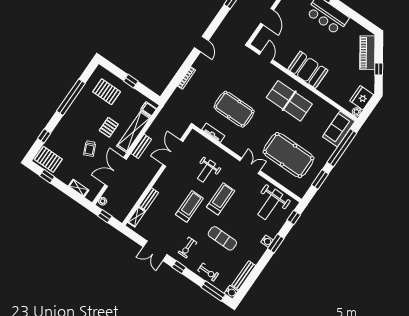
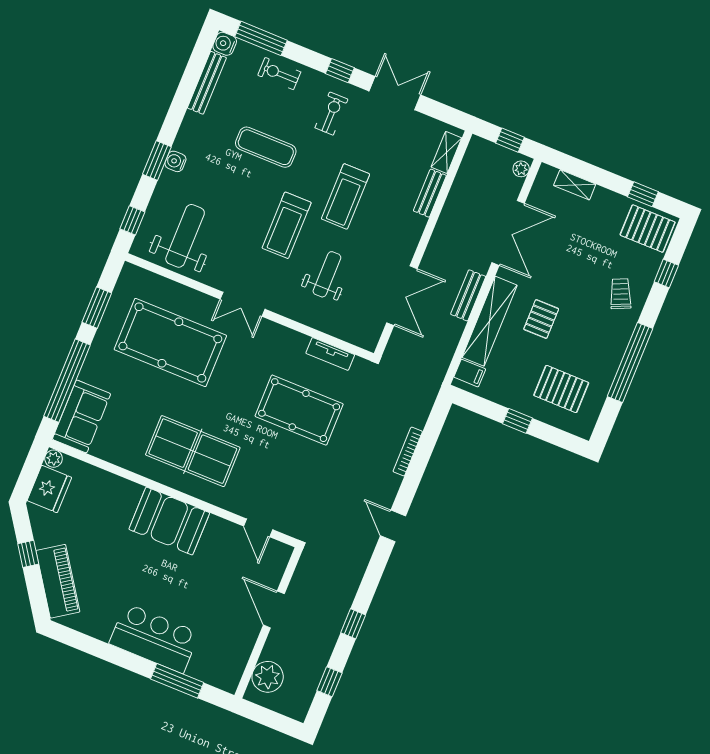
trolley: (90, 149) -> (621, 294), moved

